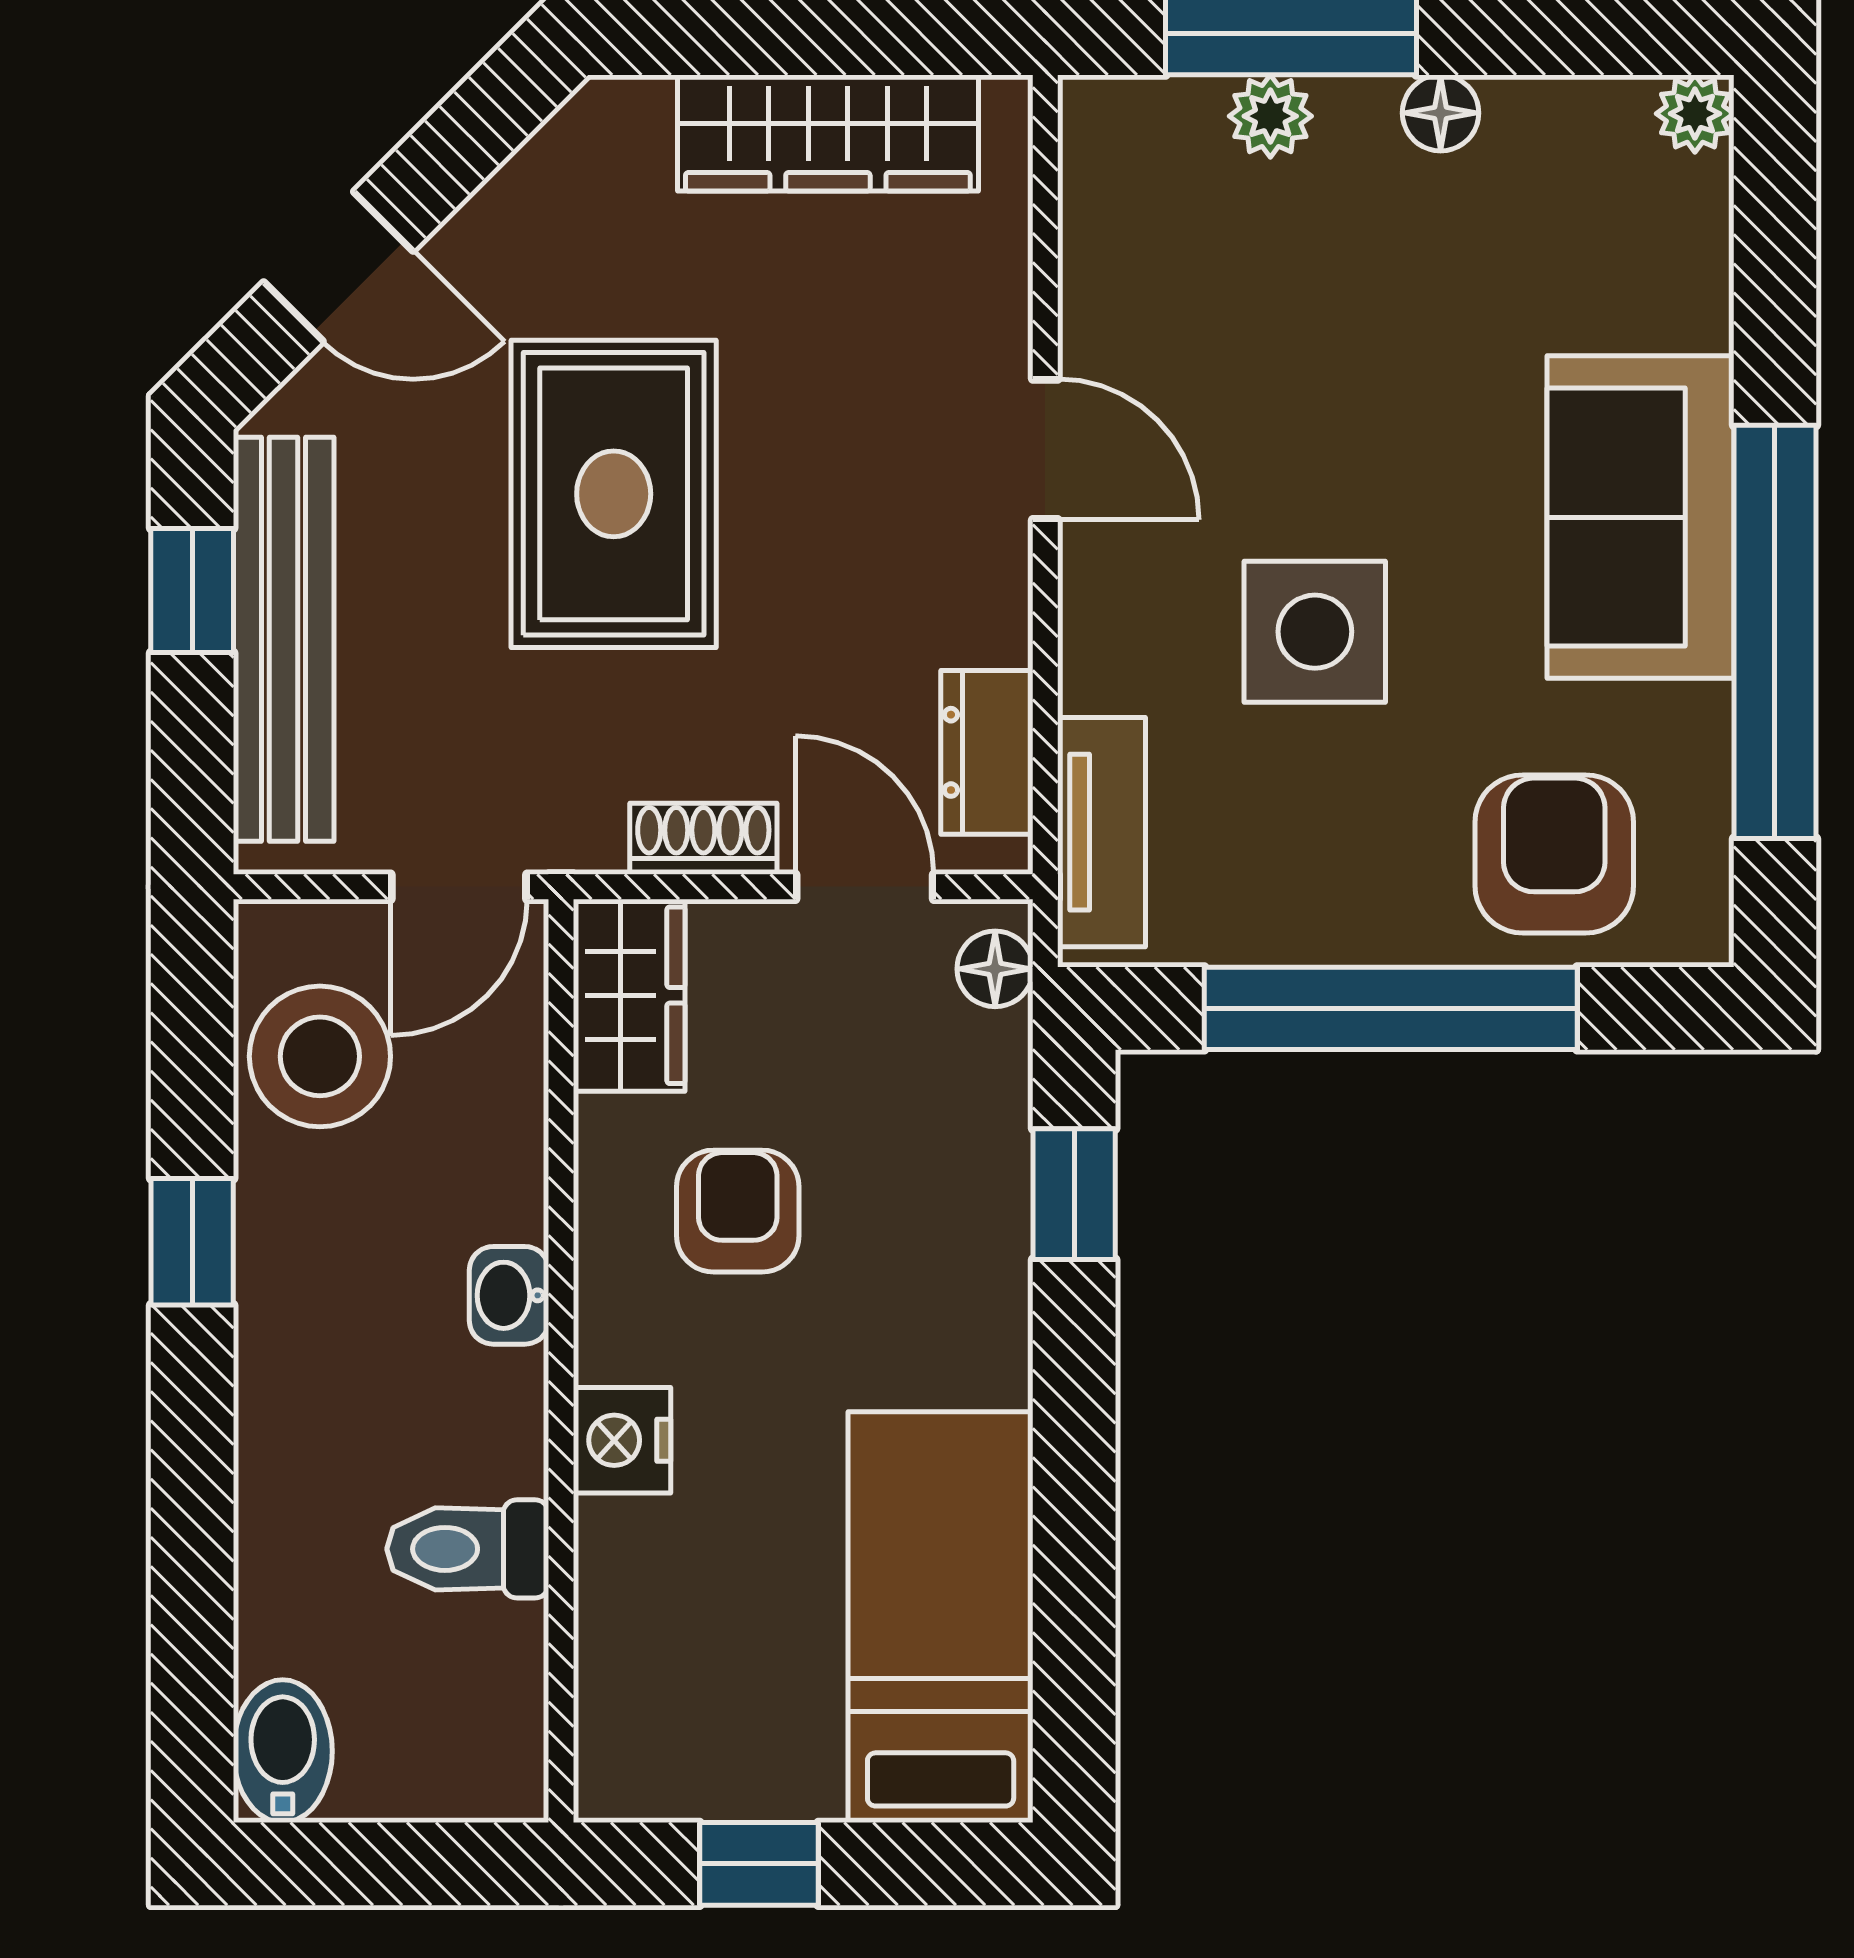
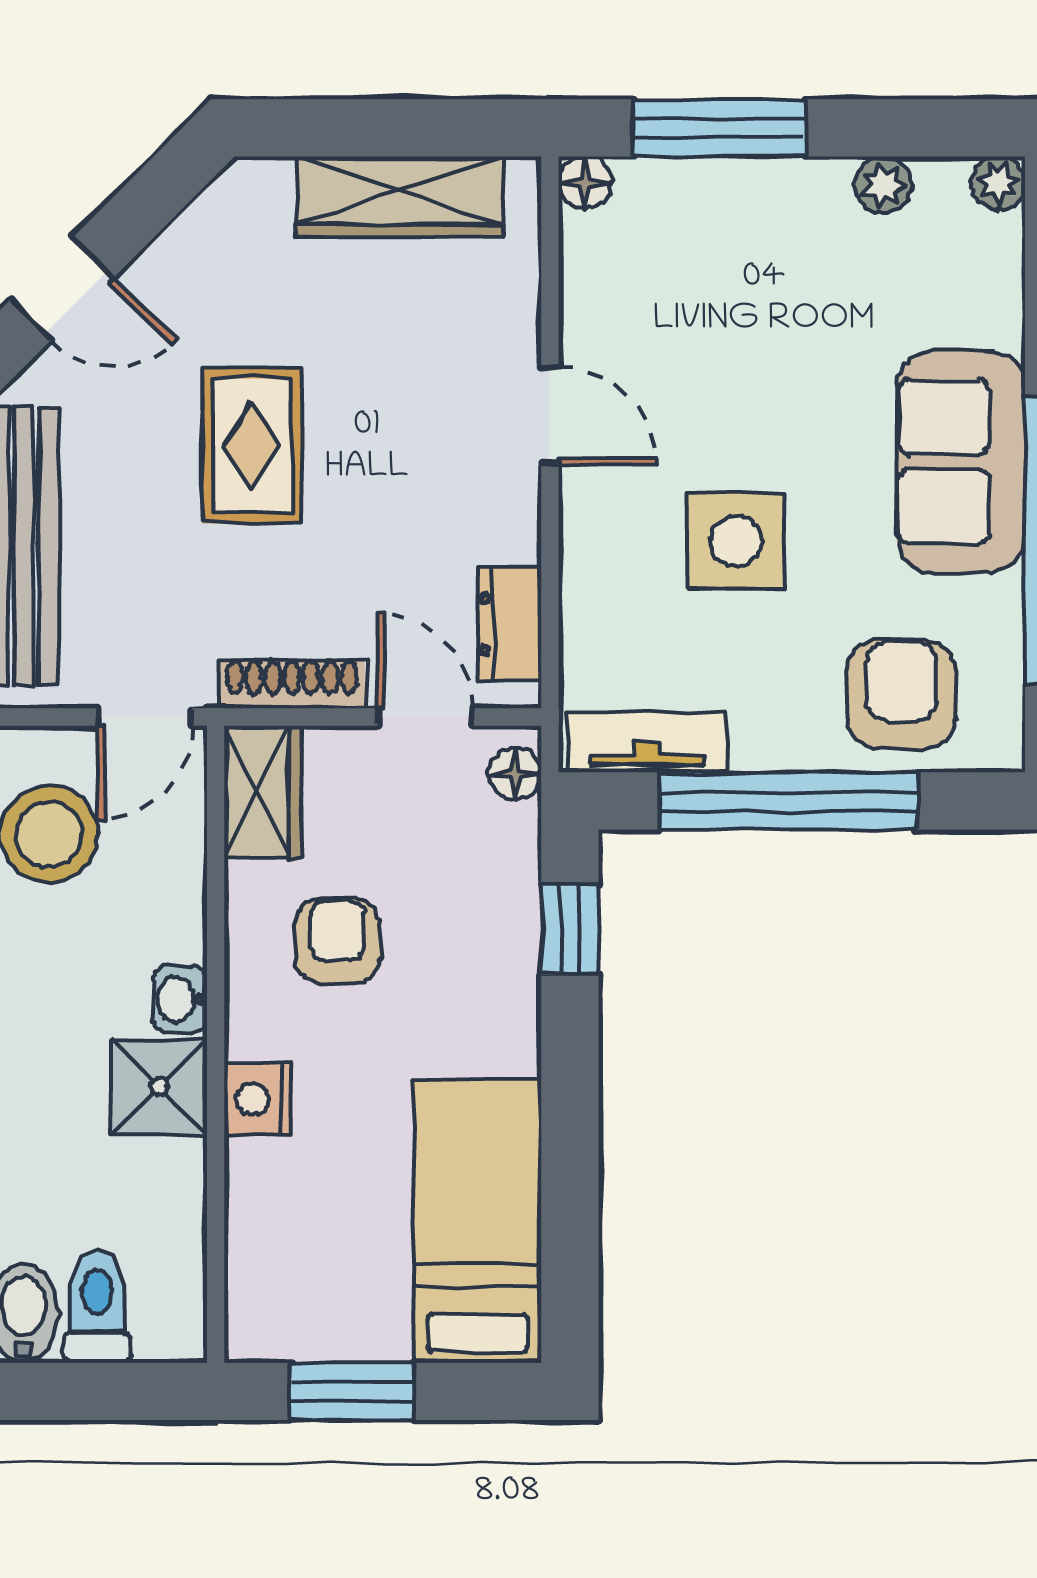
floor lamp: (1441, 113) -> (585, 183), moved
plant: (1270, 116) -> (883, 185), moved
rug: (614, 494) -> (252, 446), width x0.73, depth x0.70
tv unit: (1102, 832) -> (647, 742), moved, turned -90
shoe rack: (703, 839) -> (292, 684), width x1.43
shower: (479, 1422) -> (159, 1086), added
toilet: (468, 1549) -> (97, 1307), moved, turned 90
window: (759, 1864) -> (352, 1391), width x1.50

